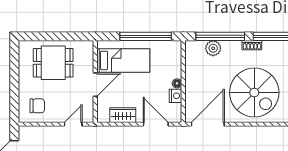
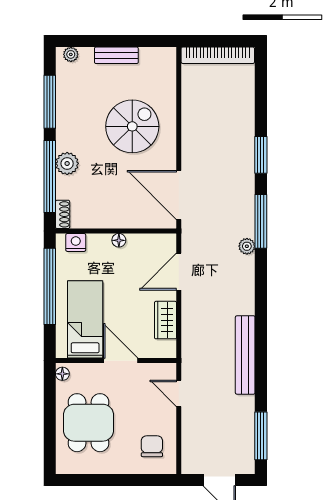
floor lamp: (86, 45) -> (62, 374), added
shoe rack: (252, 45) -> (63, 214), moved
plant: (213, 48) -> (67, 163), moved
spiral stairs: (254, 93) -> (132, 126), width x0.73, depth x0.73
nightstand: (175, 96) -> (76, 242), moved

